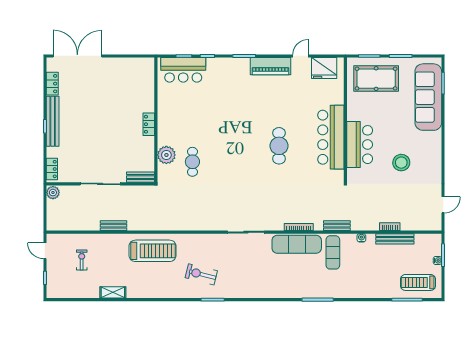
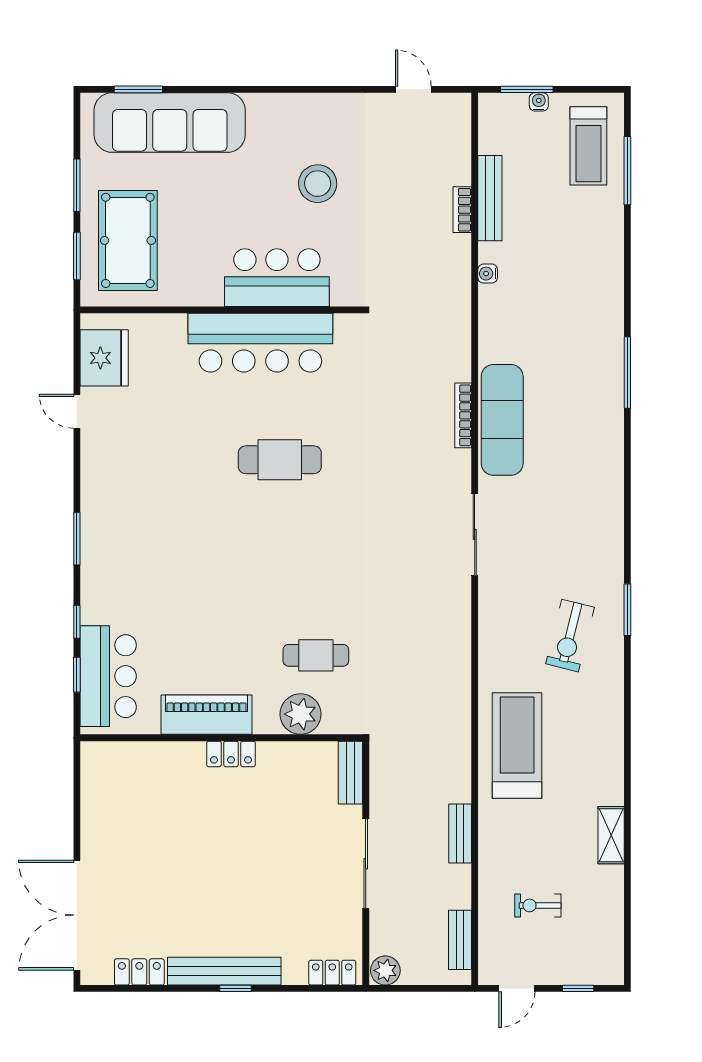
piano: (270, 66) -> (206, 715), moved, turned -90
bench: (337, 226) -> (460, 940), moved
exercise mat: (333, 252) -> (521, 338), removed

